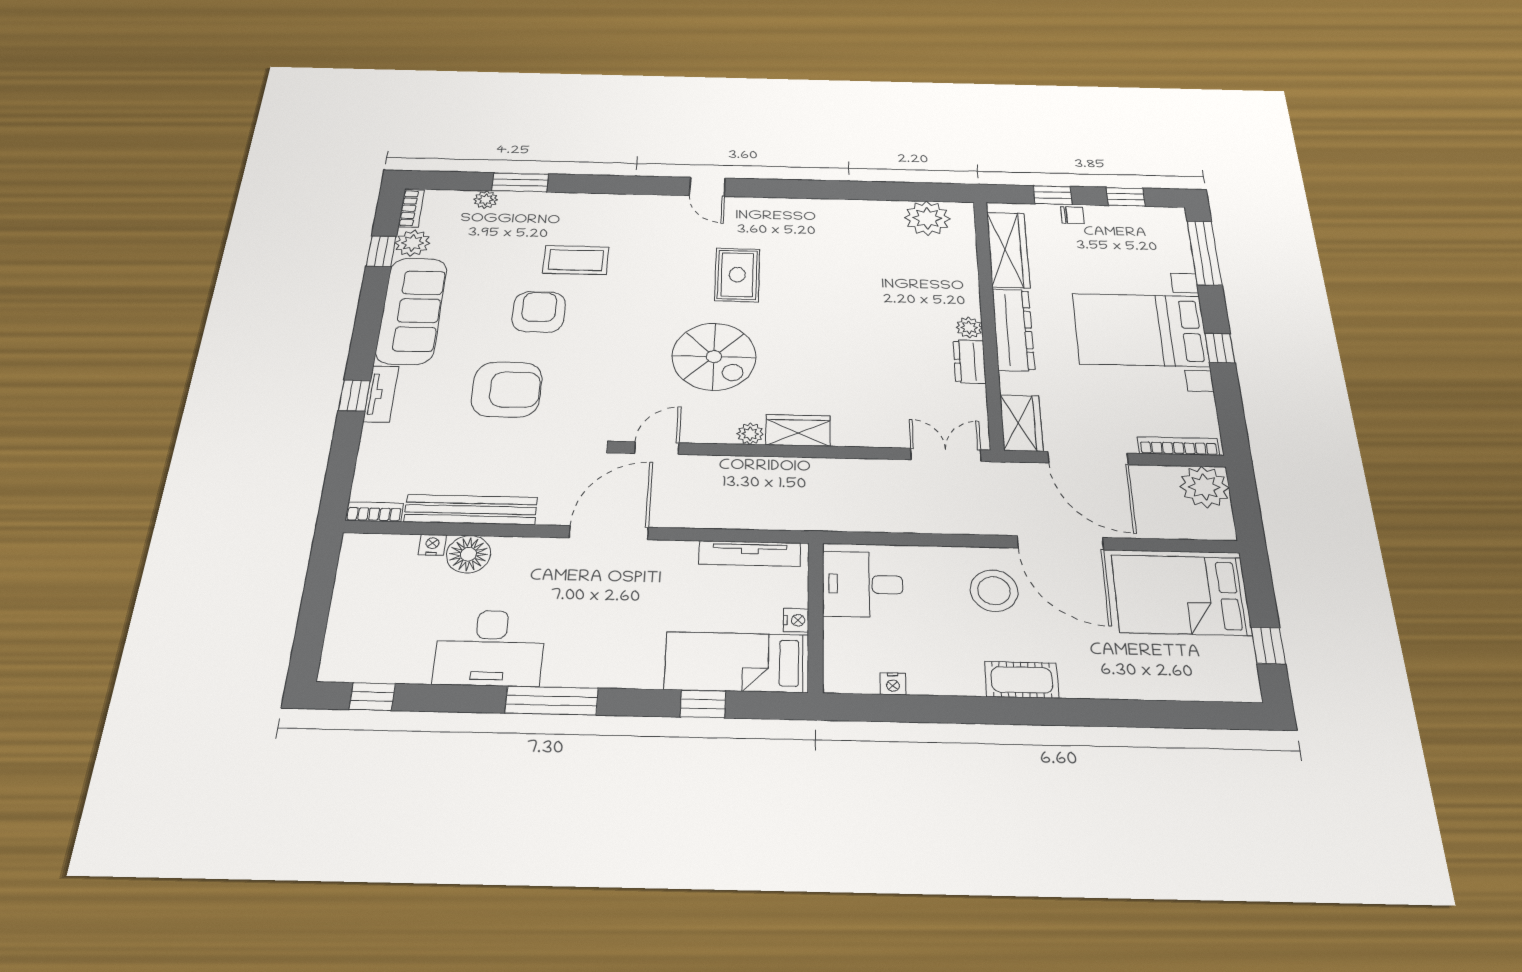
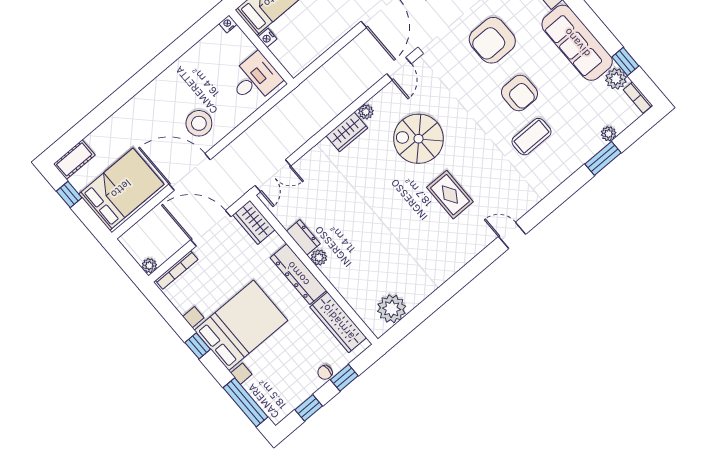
plant: (1204, 487) -> (149, 266), width x0.53, depth x0.53
tv unit: (750, 553) -> (313, 52), removed
cot: (1022, 680) -> (74, 159), moved
nightstand: (893, 684) -> (228, 24), moved

